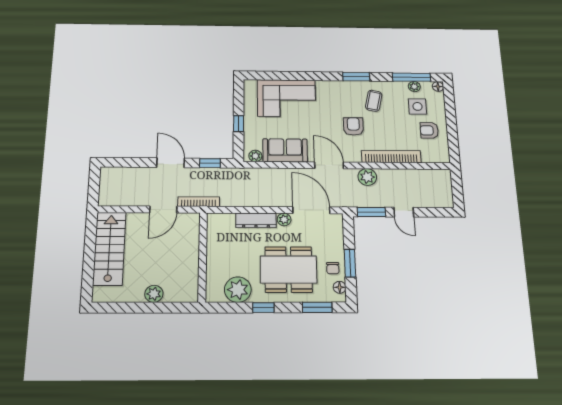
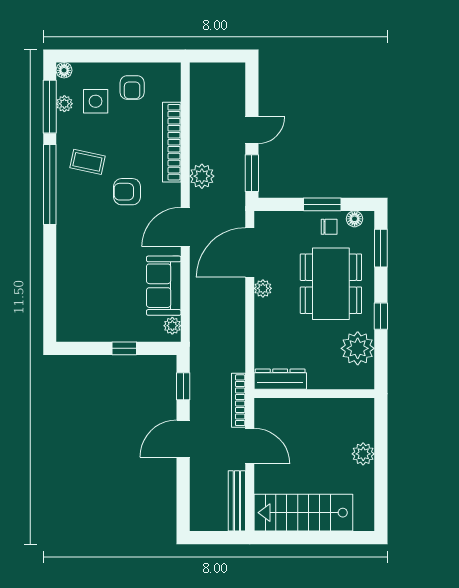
window: (356, 77) -> (50, 184), width x2.11
corner sofa: (286, 98) -> (85, 283), removed
bench: (121, 200) -> (237, 501), added
dresser: (256, 220) -> (280, 379), moved, turned -90

